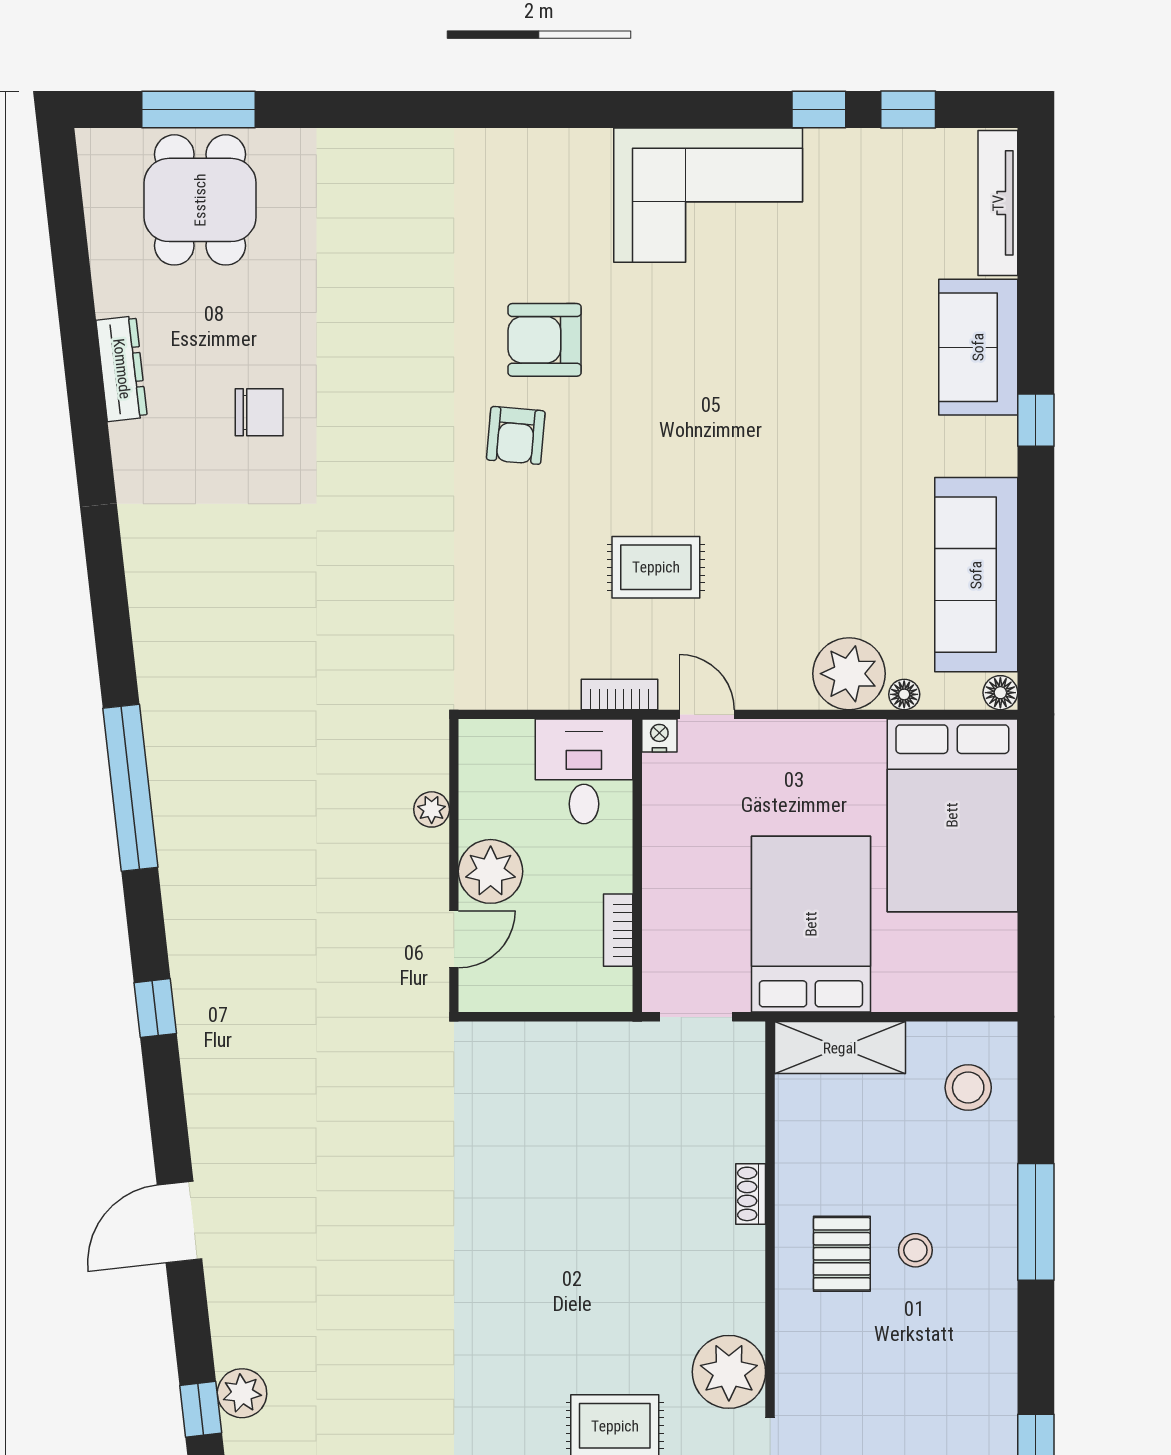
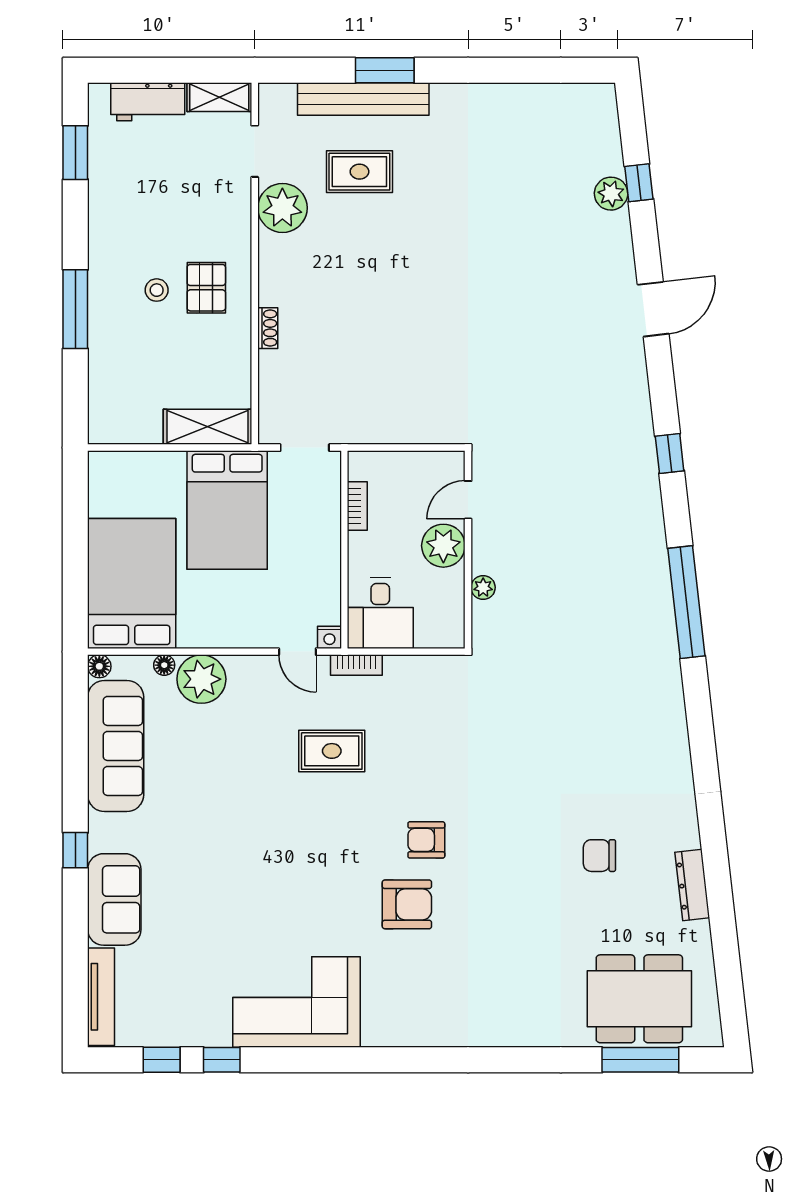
dining table: (200, 200) -> (639, 999), width x1.37
armchair: (516, 435) -> (426, 840), turned -95
stool: (968, 1088) -> (121, 400), removed

